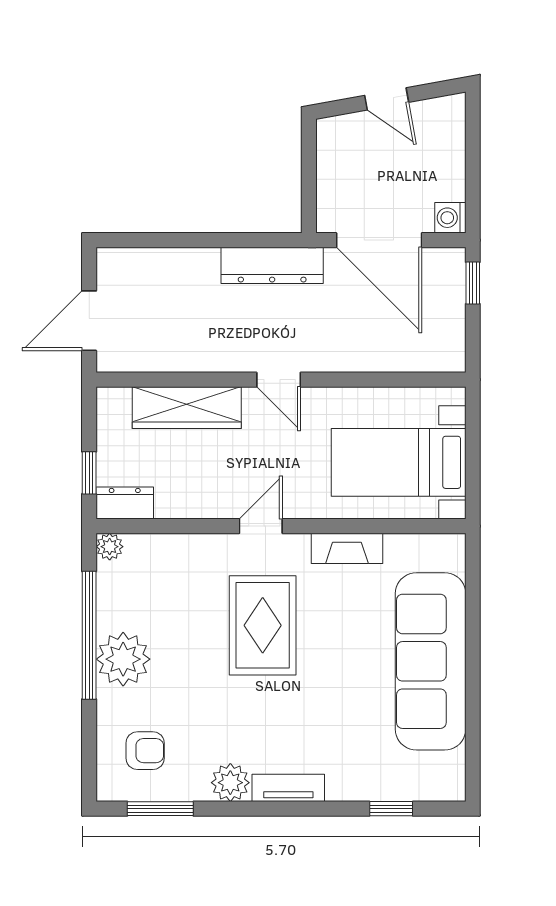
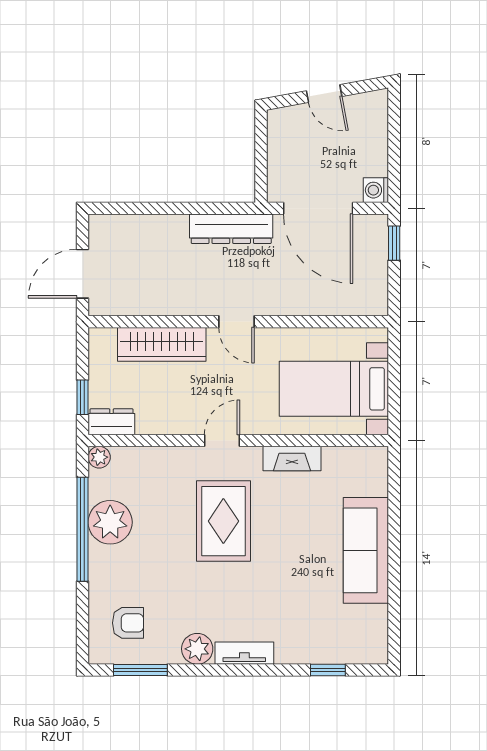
plant: (123, 659) -> (110, 522), moved
sofa: (431, 661) -> (366, 550), width x0.74, depth x0.79

